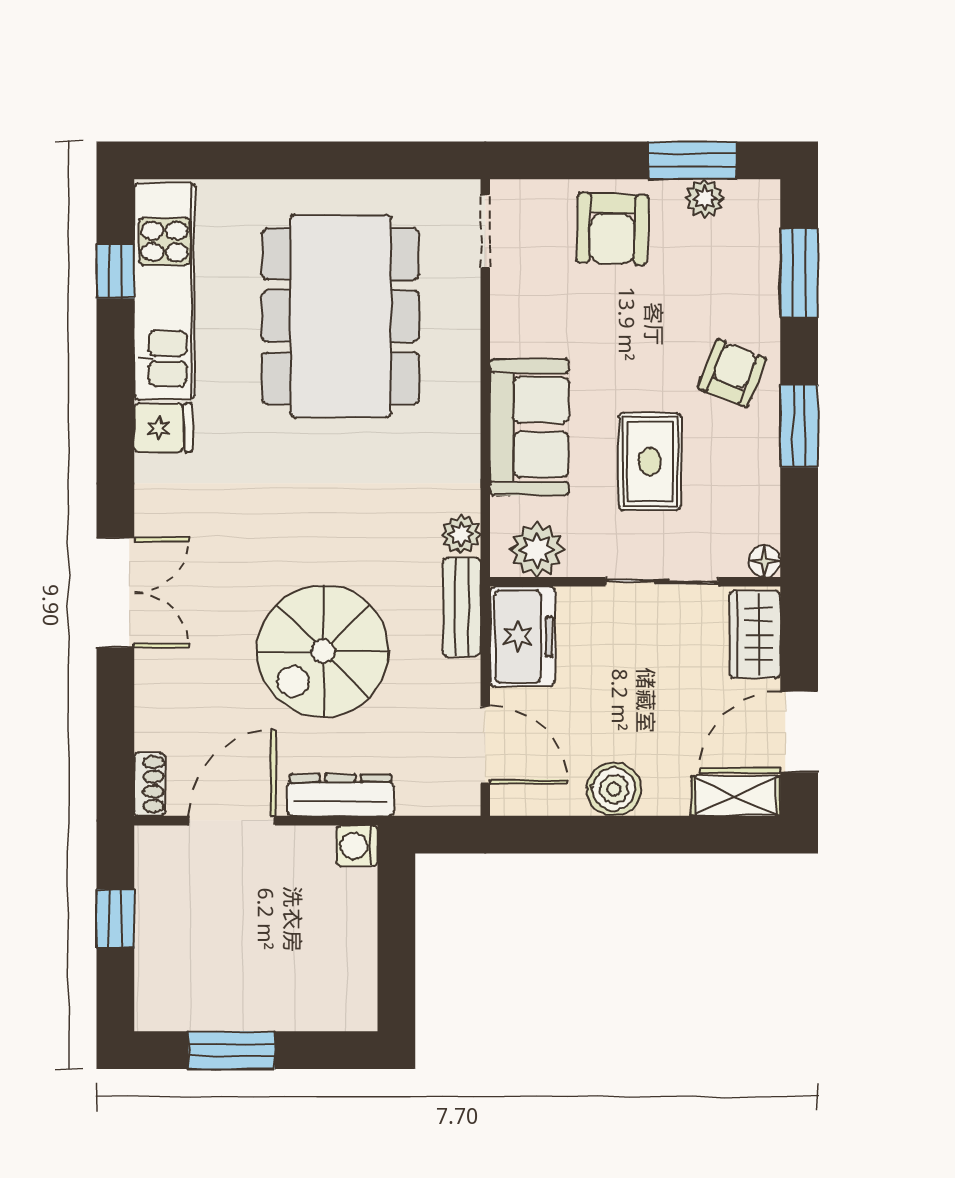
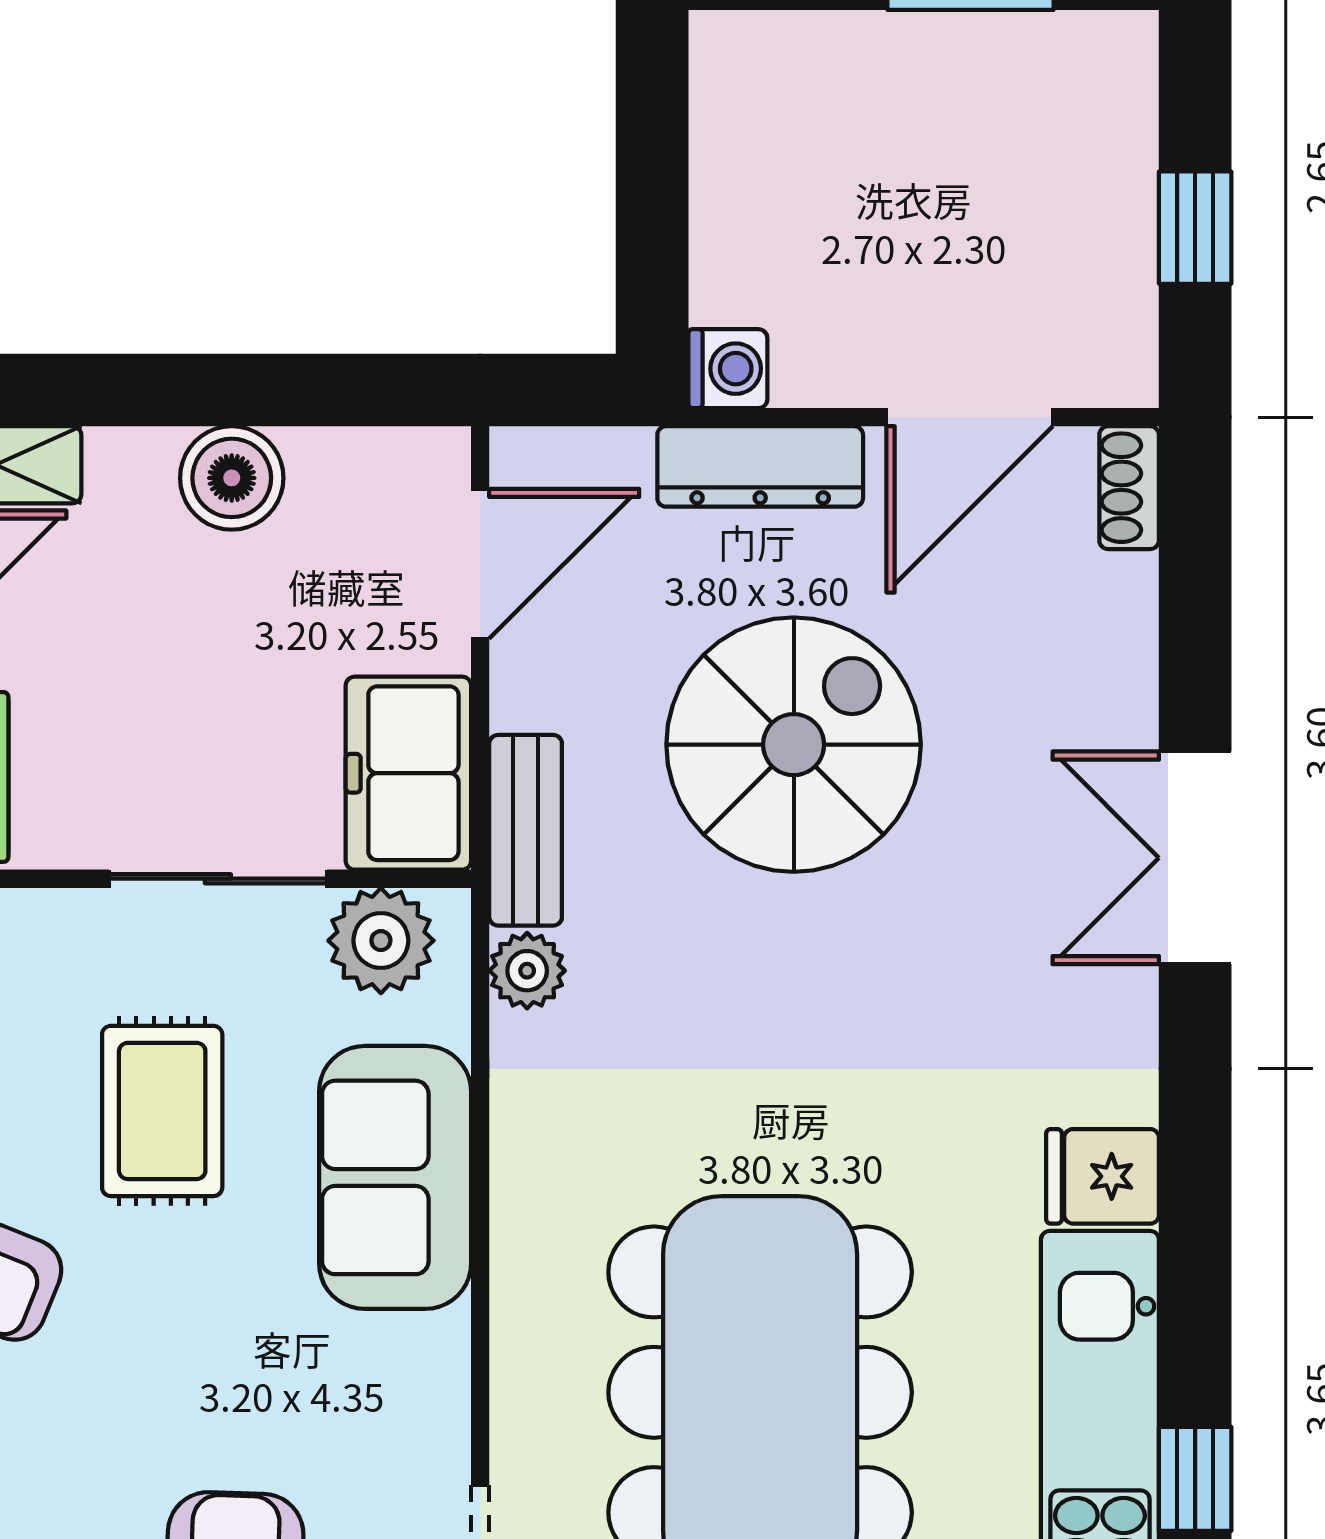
sliding door: (662, 582) -> (218, 879), moved
door: (485, 745) -> (480, 564), swing flipped

